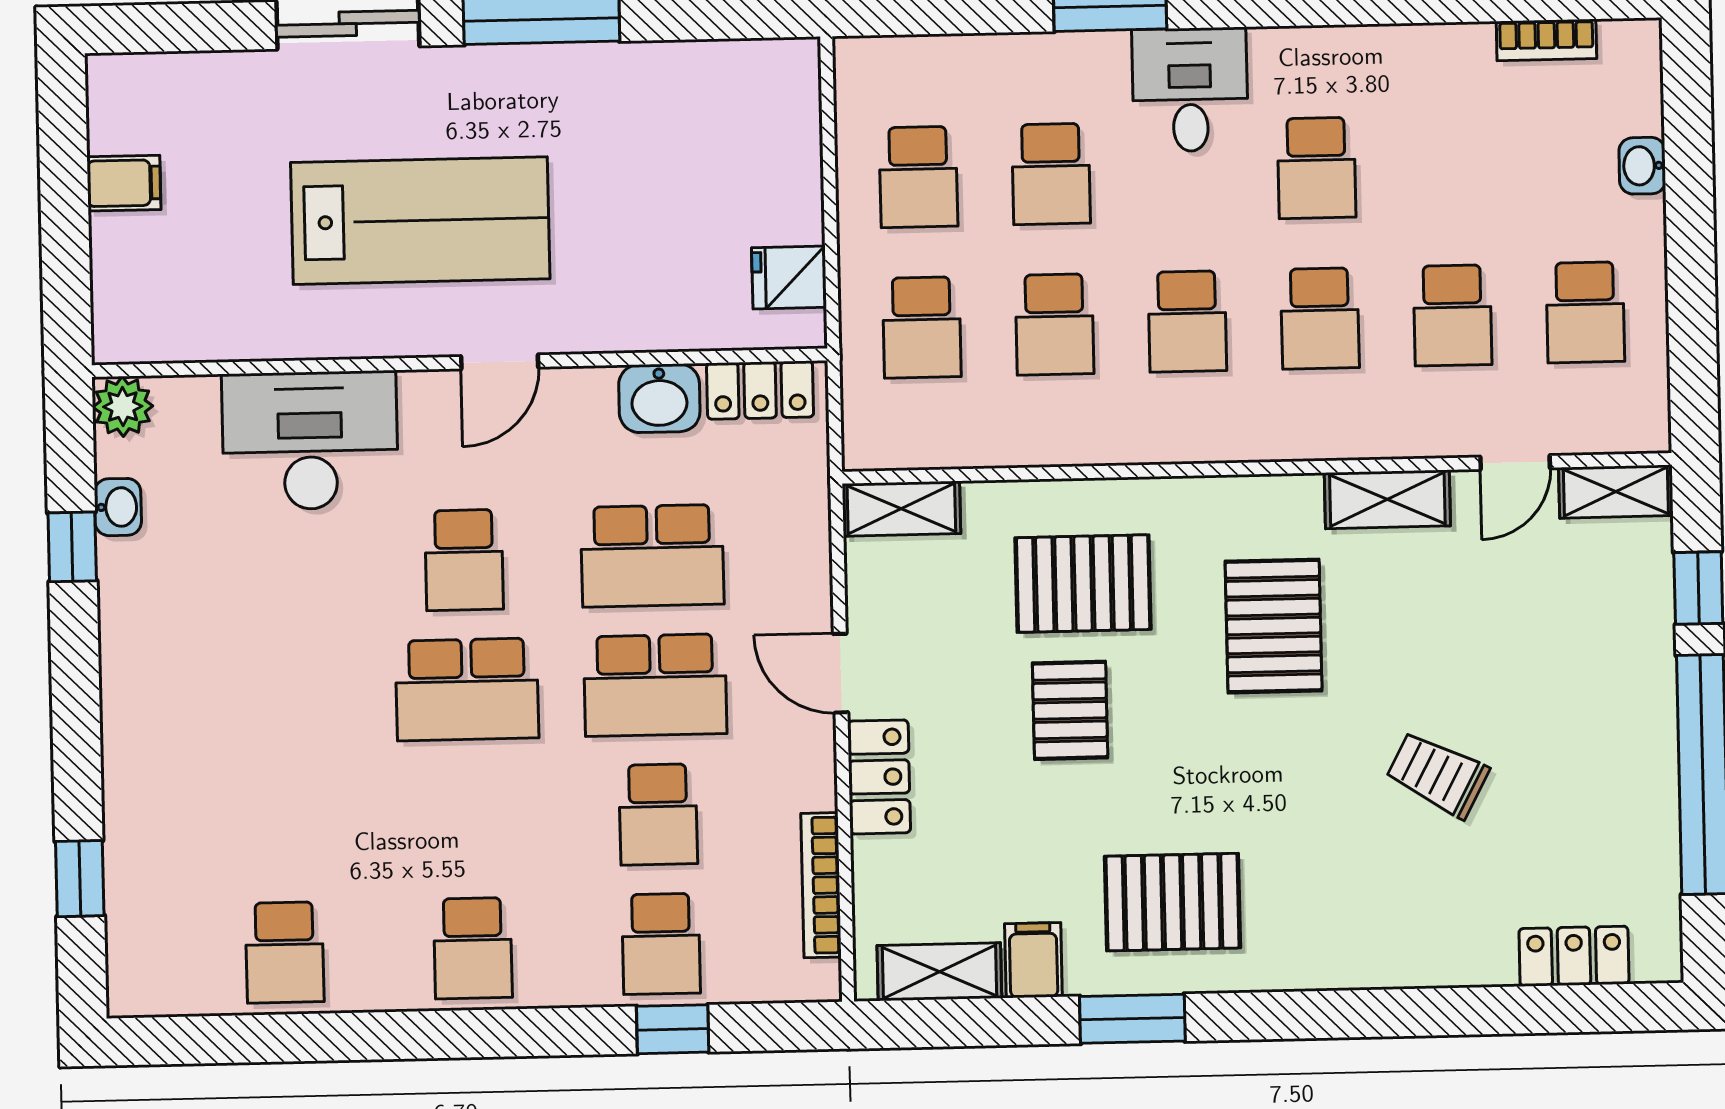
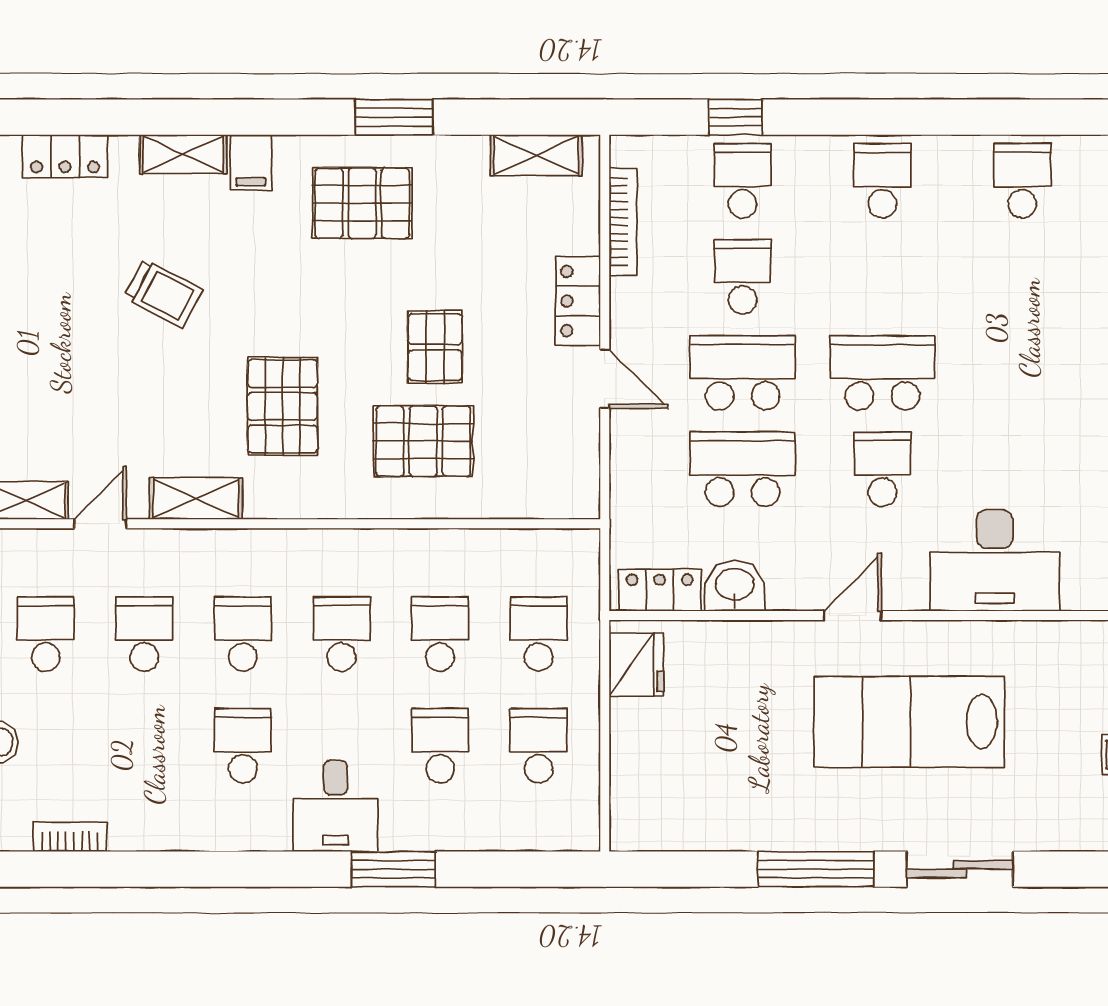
fridge: (789, 278) -> (636, 664), width x1.38
shelving: (901, 509) -> (183, 154), moved
filing cabinet: (1033, 960) -> (251, 162), moved

